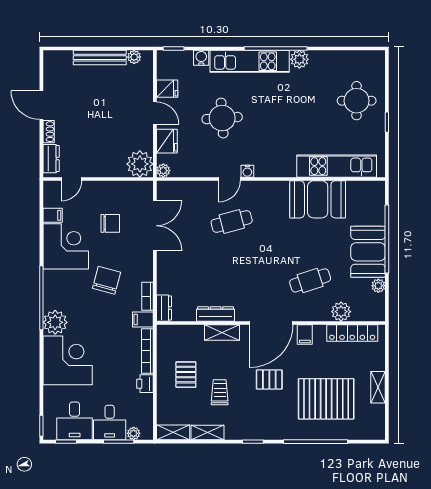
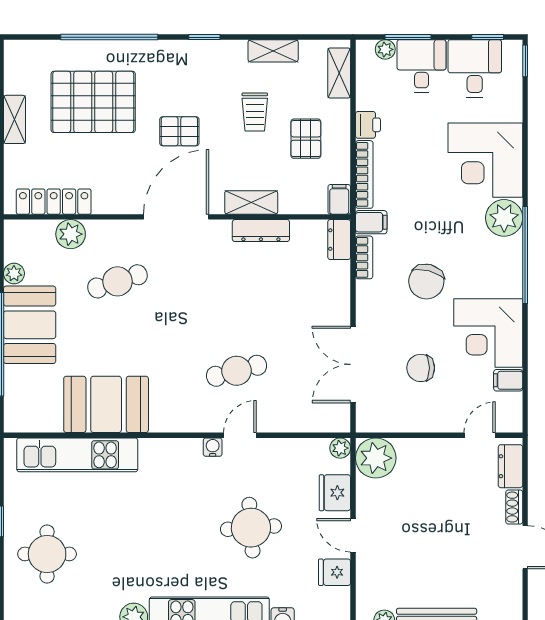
filing cabinet: (305, 335) -> (339, 199), moved
shelving: (173, 432) -> (339, 73), moved, turned 90

